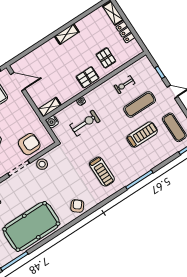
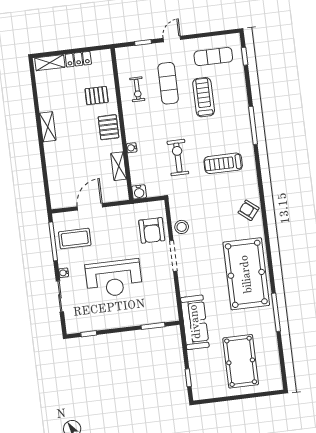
door: (18, 82) -> (90, 207), moved
shelving: (50, 107) -> (119, 166), moved
exercise bike: (85, 123) -> (178, 158), moved
armchair: (29, 144) -> (152, 230), turned 180
treadmill: (102, 172) -> (223, 163), turned 180

